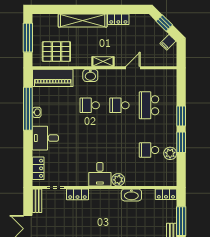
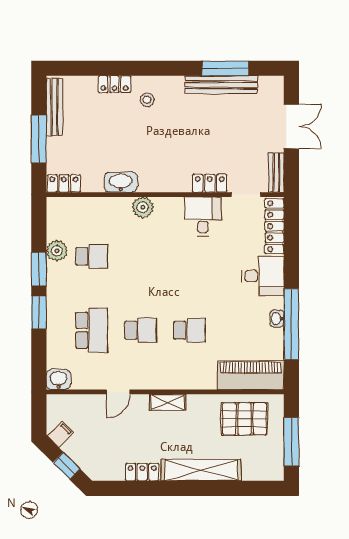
washbasin: (90, 75) -> (59, 379), moved
locker: (38, 168) -> (275, 226), width x1.53
desk: (100, 174) -> (203, 216), moved

